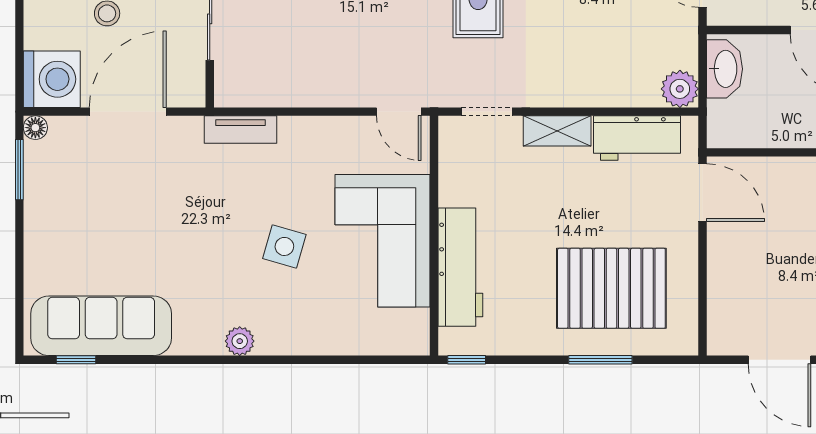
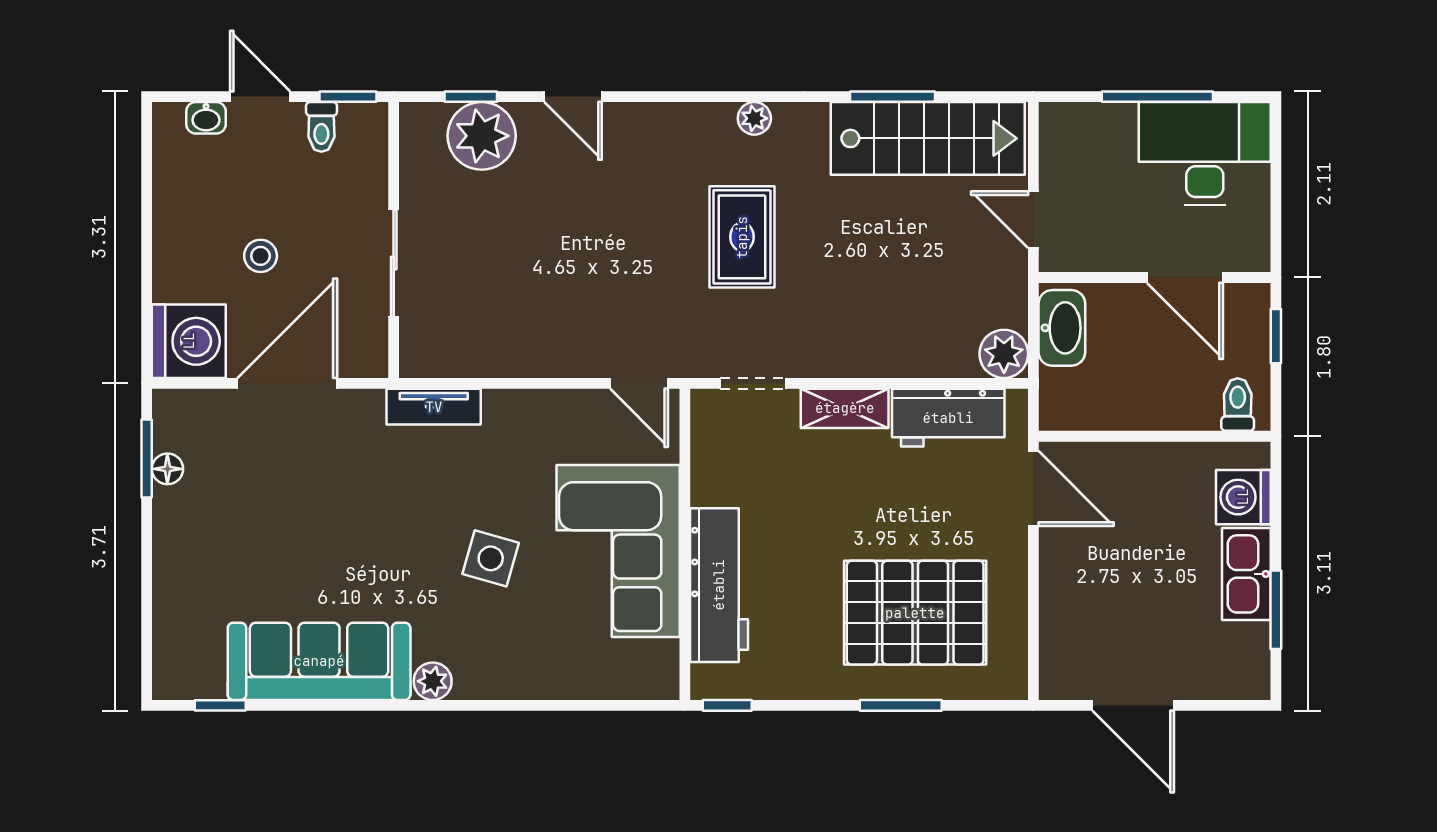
floor lamp: (35, 128) -> (167, 469), moved
sofa: (101, 326) -> (319, 661), moved

